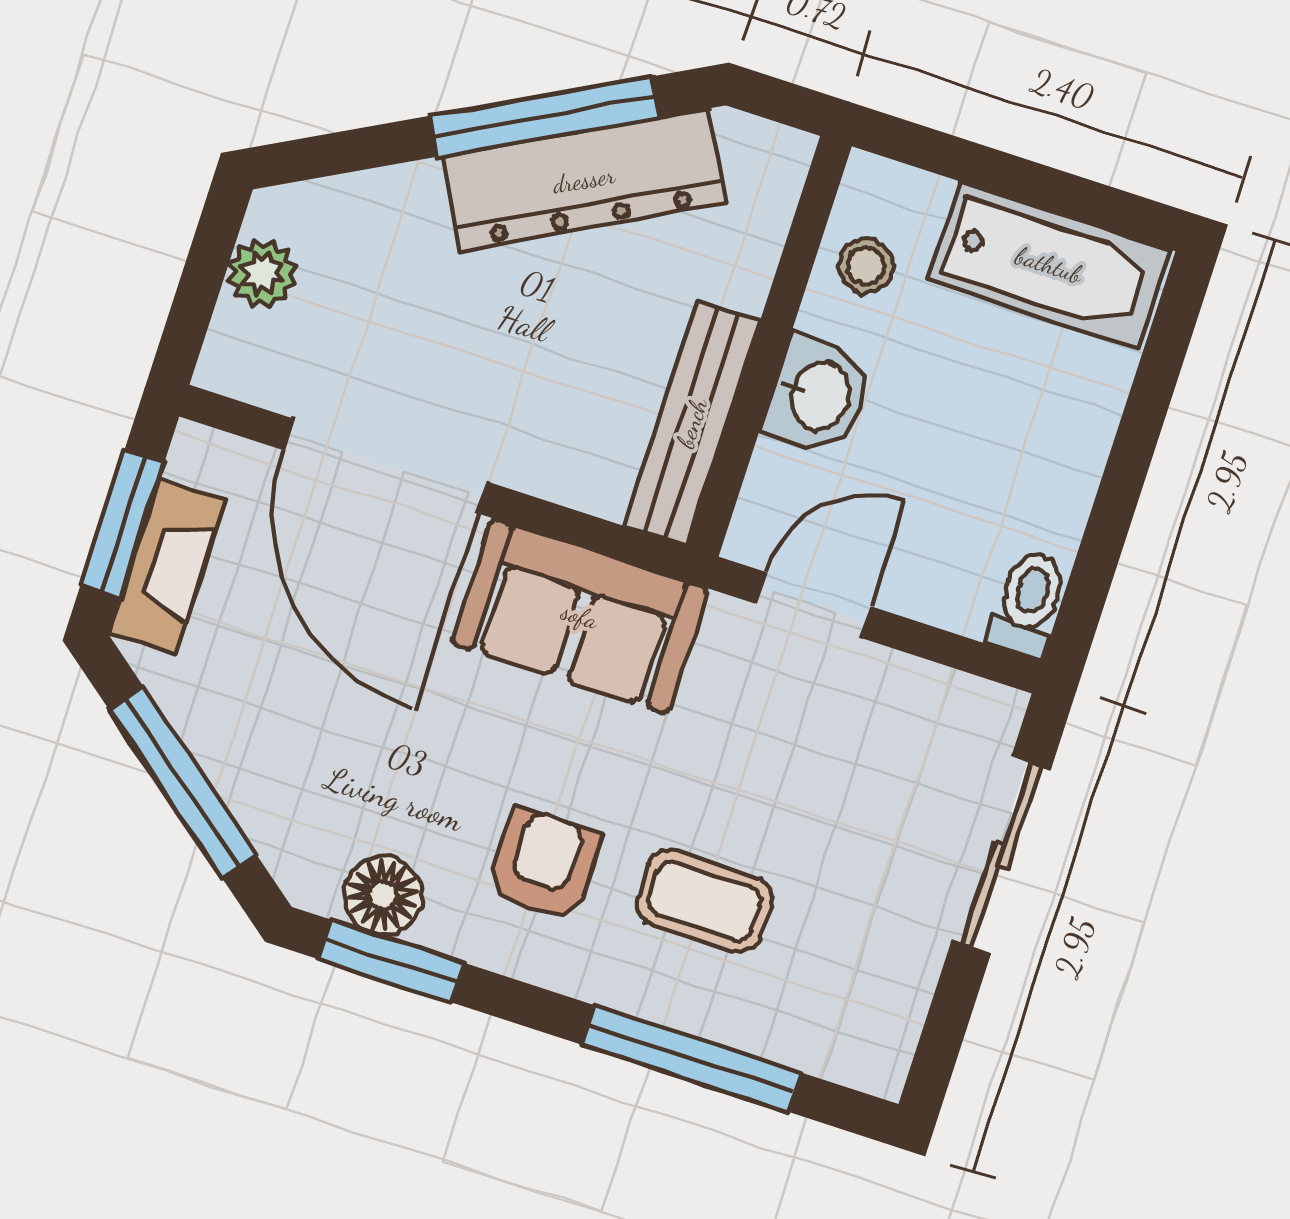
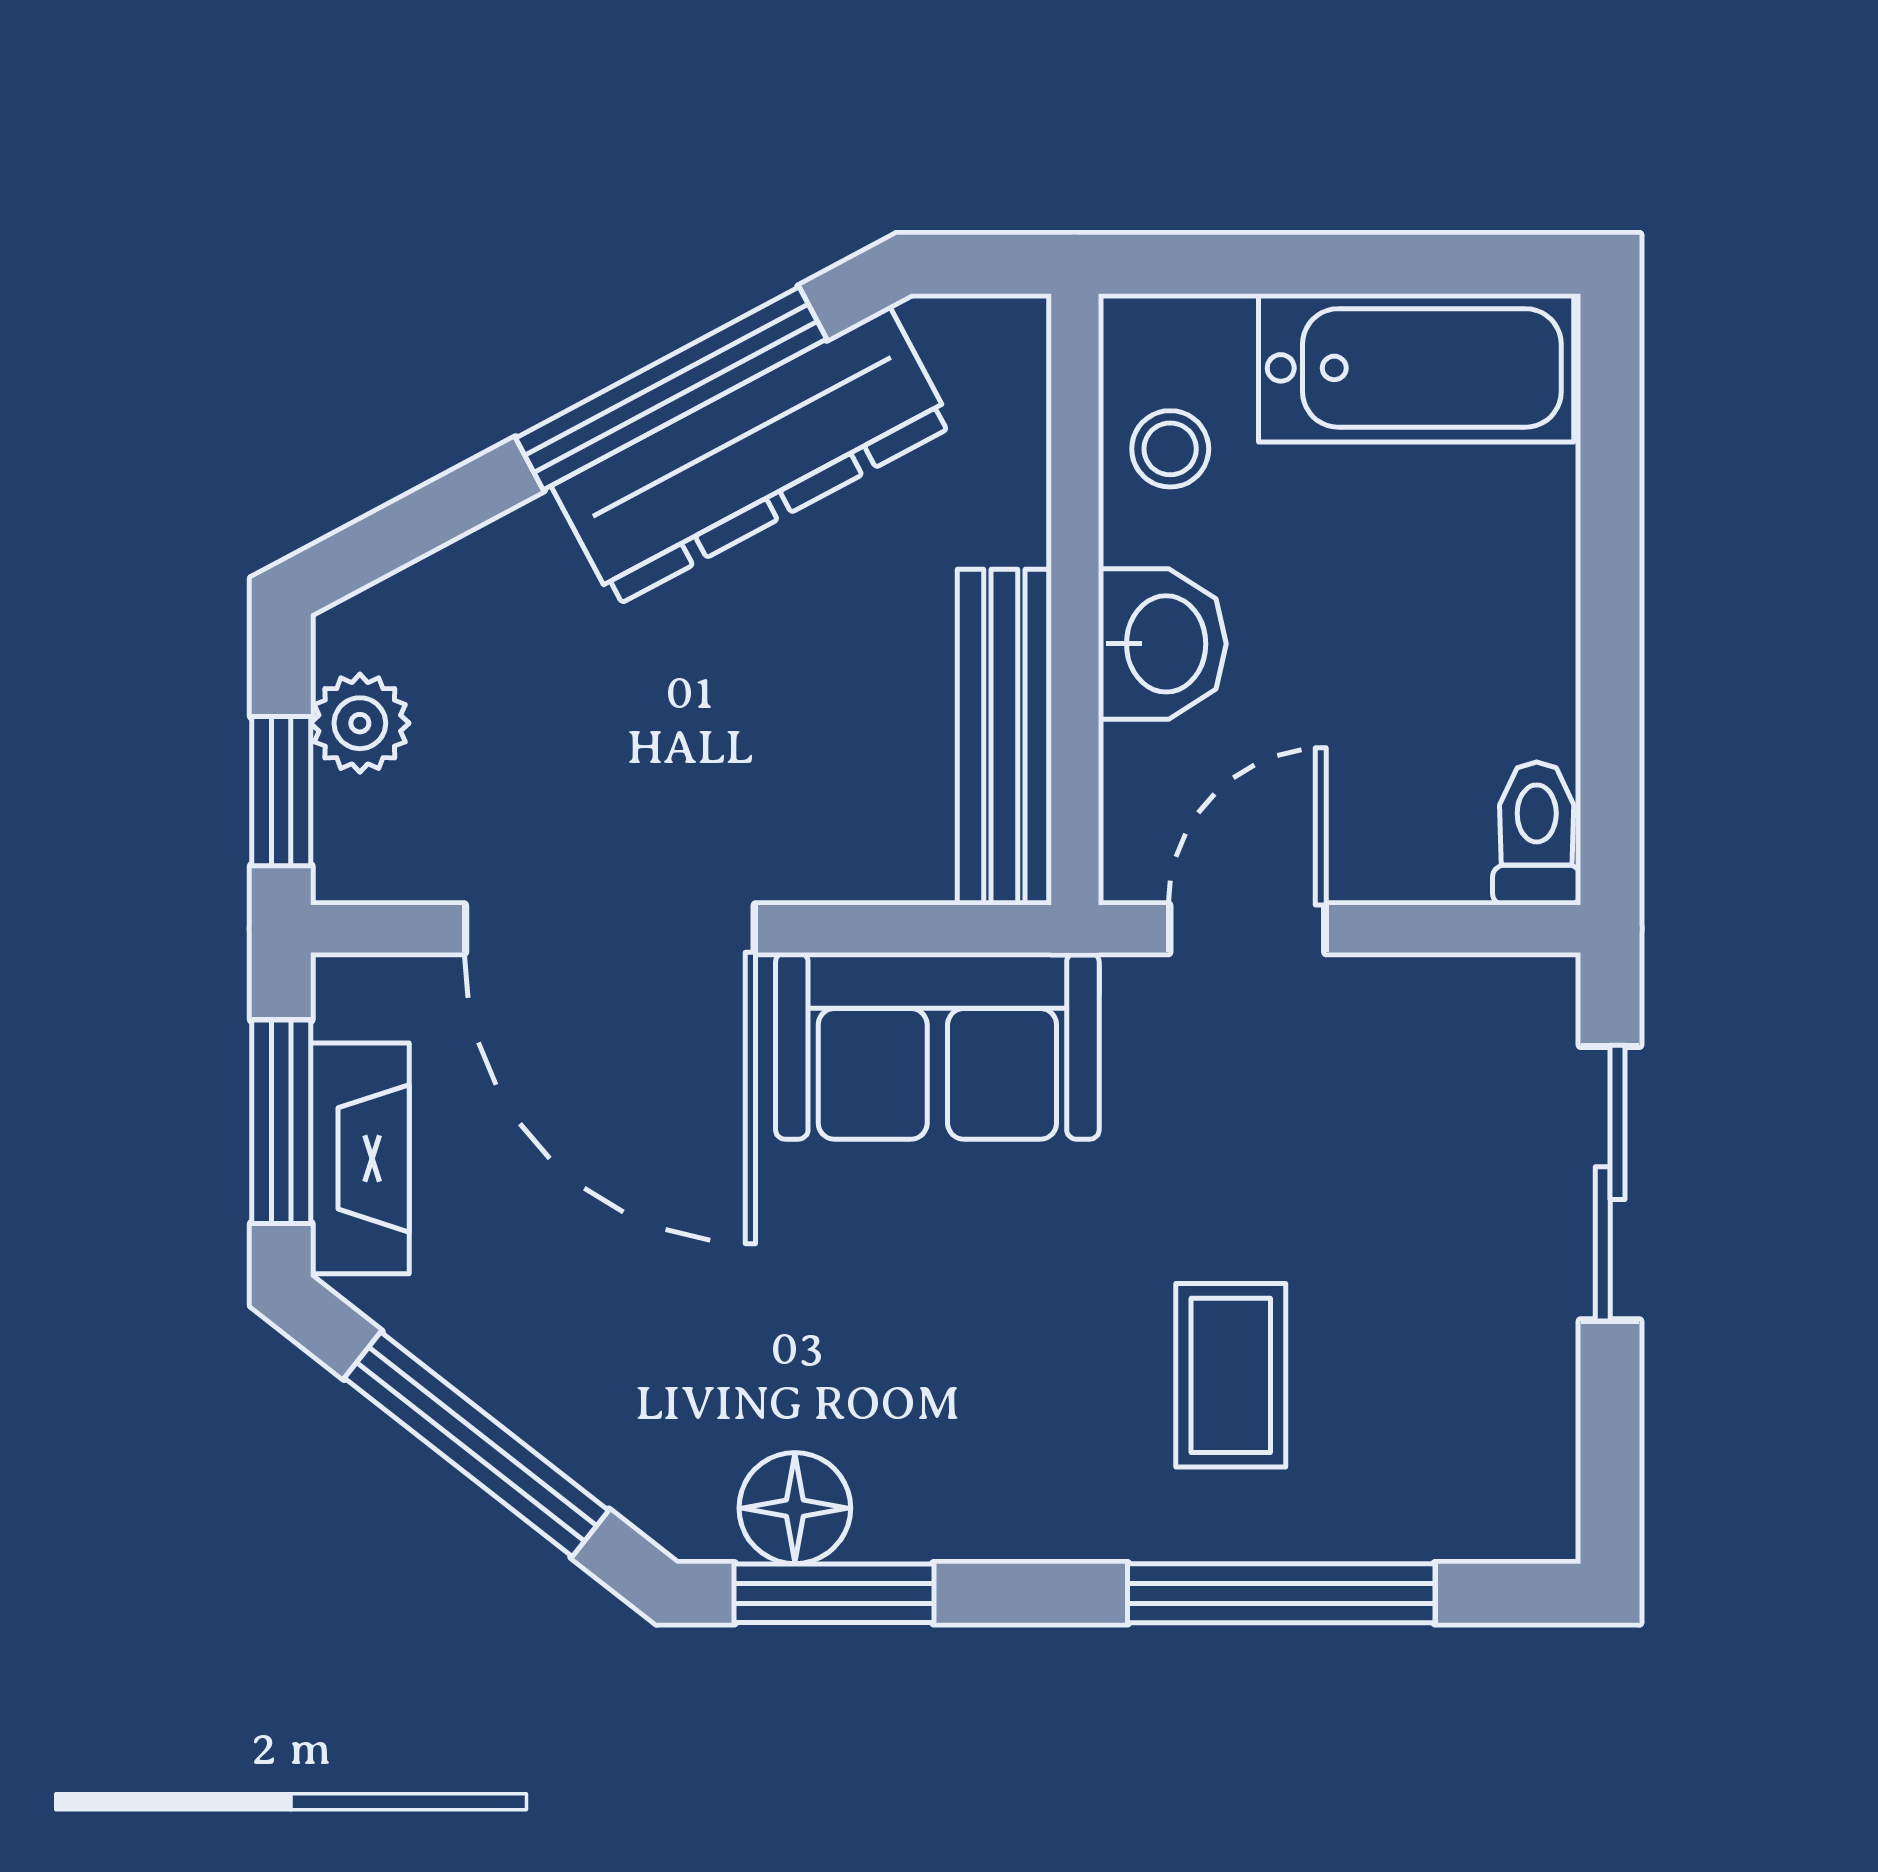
window: (195, 302) -> (281, 791), added
armchair: (544, 864) -> (998, 1396), removed
coffee table: (705, 901) -> (1231, 1375), turned 90

